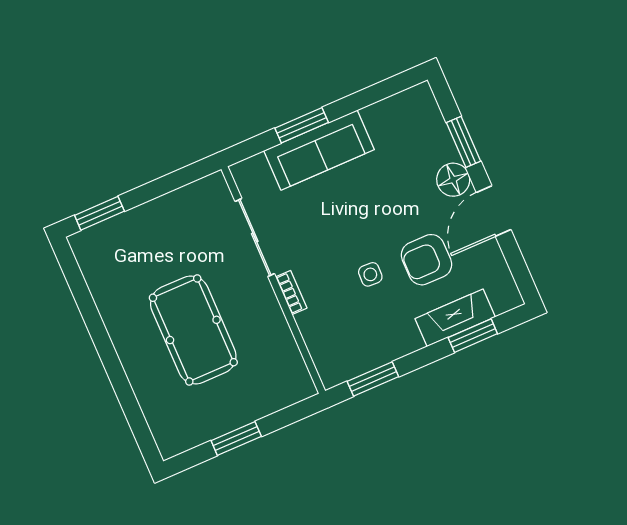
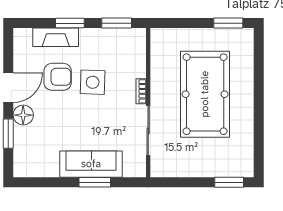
side table: (370, 274) -> (93, 82), width x1.87, depth x1.87
pool table: (193, 330) -> (205, 94), width x1.36, depth x1.32
window: (473, 336) -> (70, 23), moved
window: (236, 438) -> (228, 23), moved

